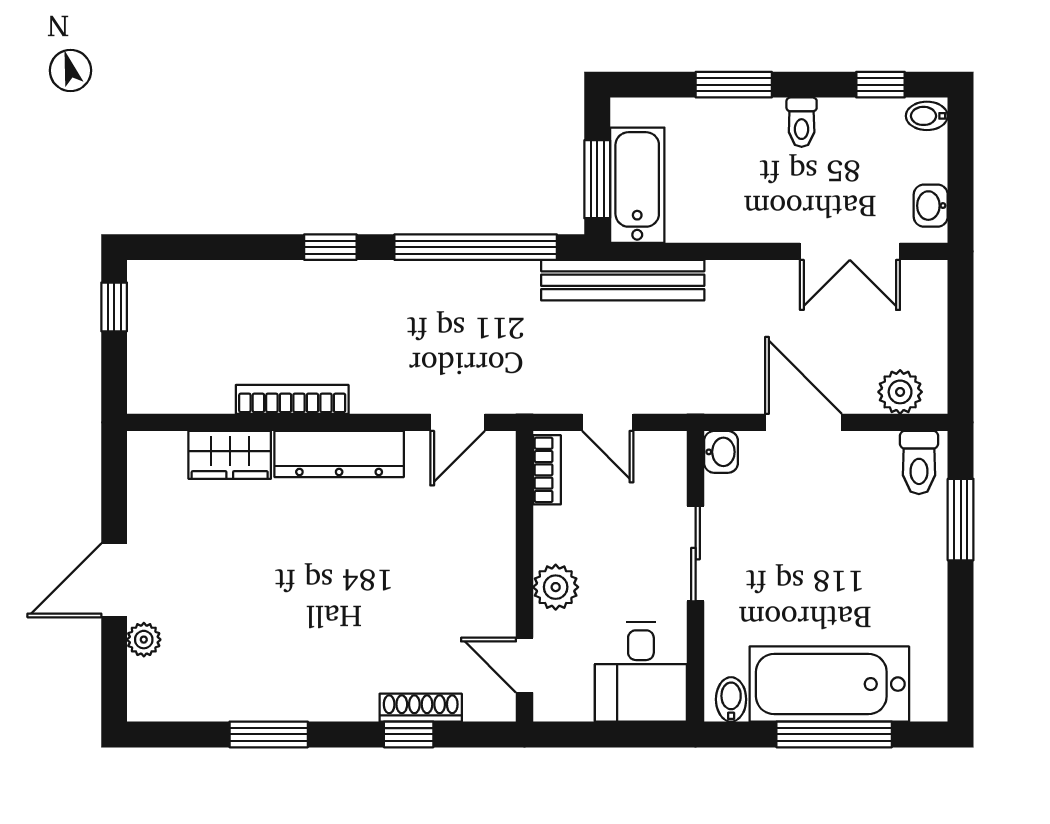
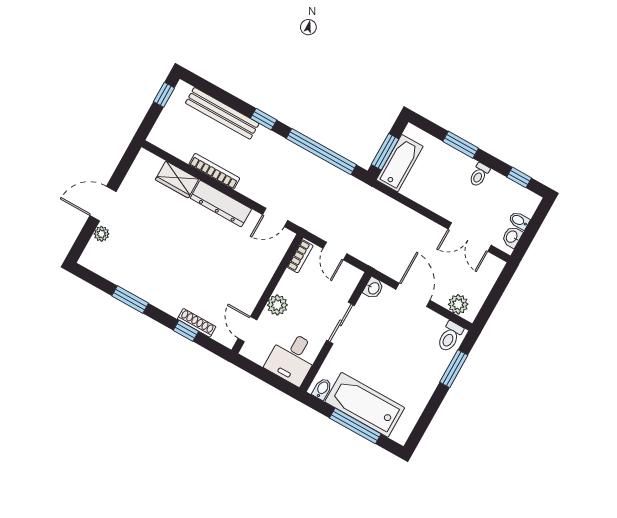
bidet: (927, 116) -> (519, 221), moved
bench: (623, 280) -> (222, 113), moved

